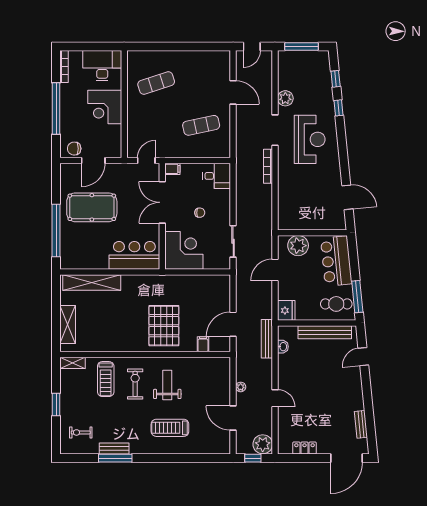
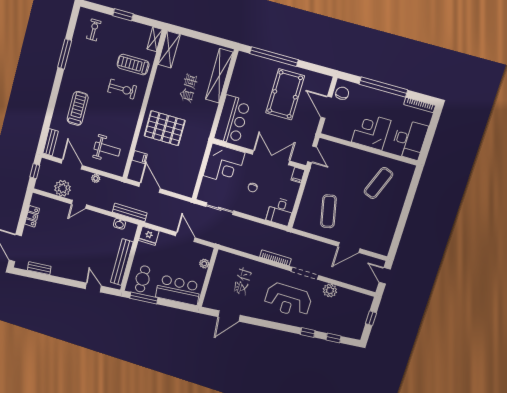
window: (301, 46) -> (371, 318), width x0.46
exercise mat: (156, 83) -> (378, 183), turned 39
plant: (298, 246) -> (204, 264), width x0.53, depth x0.53
shelving: (68, 324) -> (169, 49), moved, turned 90
weight bench: (167, 385) -> (107, 149), moved
door: (233, 418) -> (72, 164), hinge flipped
plant: (263, 444) -> (63, 188), moved
bench: (114, 449) -> (51, 142), moved

